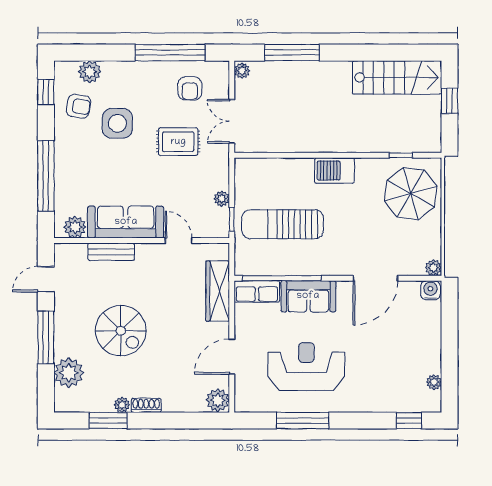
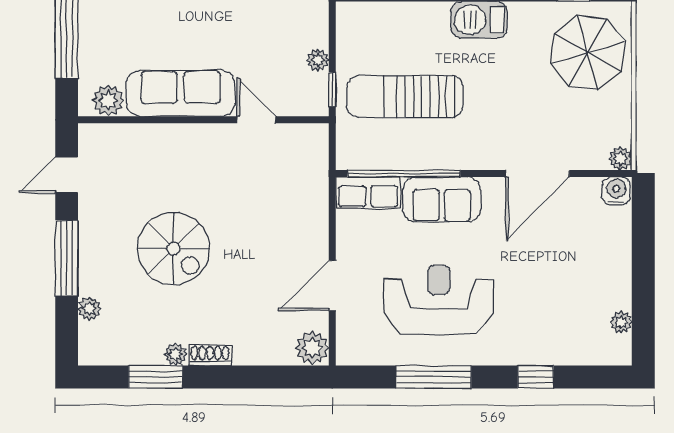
bench: (111, 252) -> (160, 136), removed
wardrobe: (218, 291) -> (312, 192), removed
plant: (69, 373) -> (89, 309), width x0.53, depth x0.53
window: (409, 421) -> (536, 377), moved

